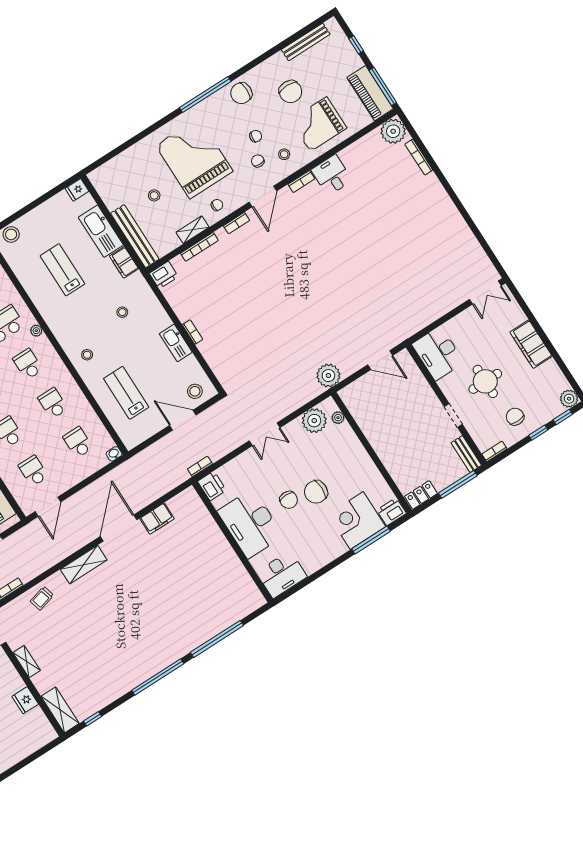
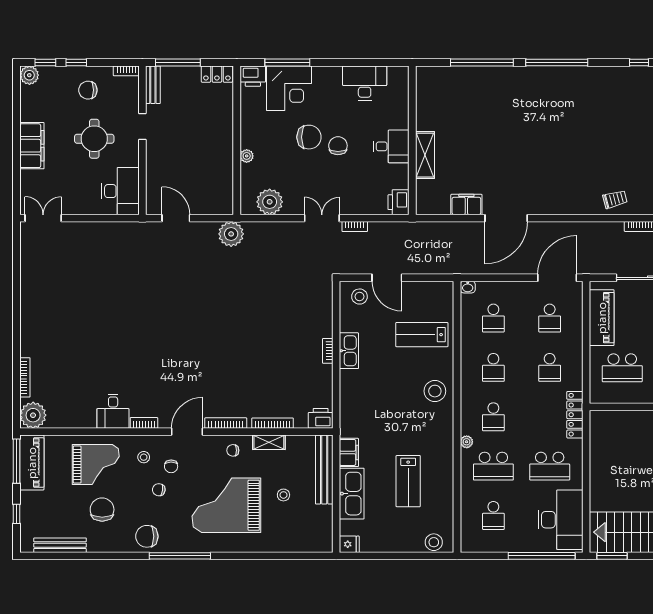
chair: (241, 93) -> (147, 536), turned 180
grand piano: (194, 158) -> (226, 505), turned 90
bookcase: (236, 223) -> (226, 423), width x1.56
stool: (122, 312) -> (379, 409), removed
stool: (87, 355) -> (435, 391), width x1.89, depth x1.89
lab bench: (126, 393) -> (422, 335), turned 90
chair: (515, 417) -> (88, 90), turned 90
plant: (338, 418) -> (247, 156), moved
bookcase: (200, 466) -> (355, 226), moved
door: (48, 507) -> (557, 278), width x1.36
desk: (250, 524) -> (391, 146), width x0.53, depth x0.77
shelving: (84, 565) -> (425, 155), moved, turned 90
desk: (282, 574) -> (365, 83), moved

